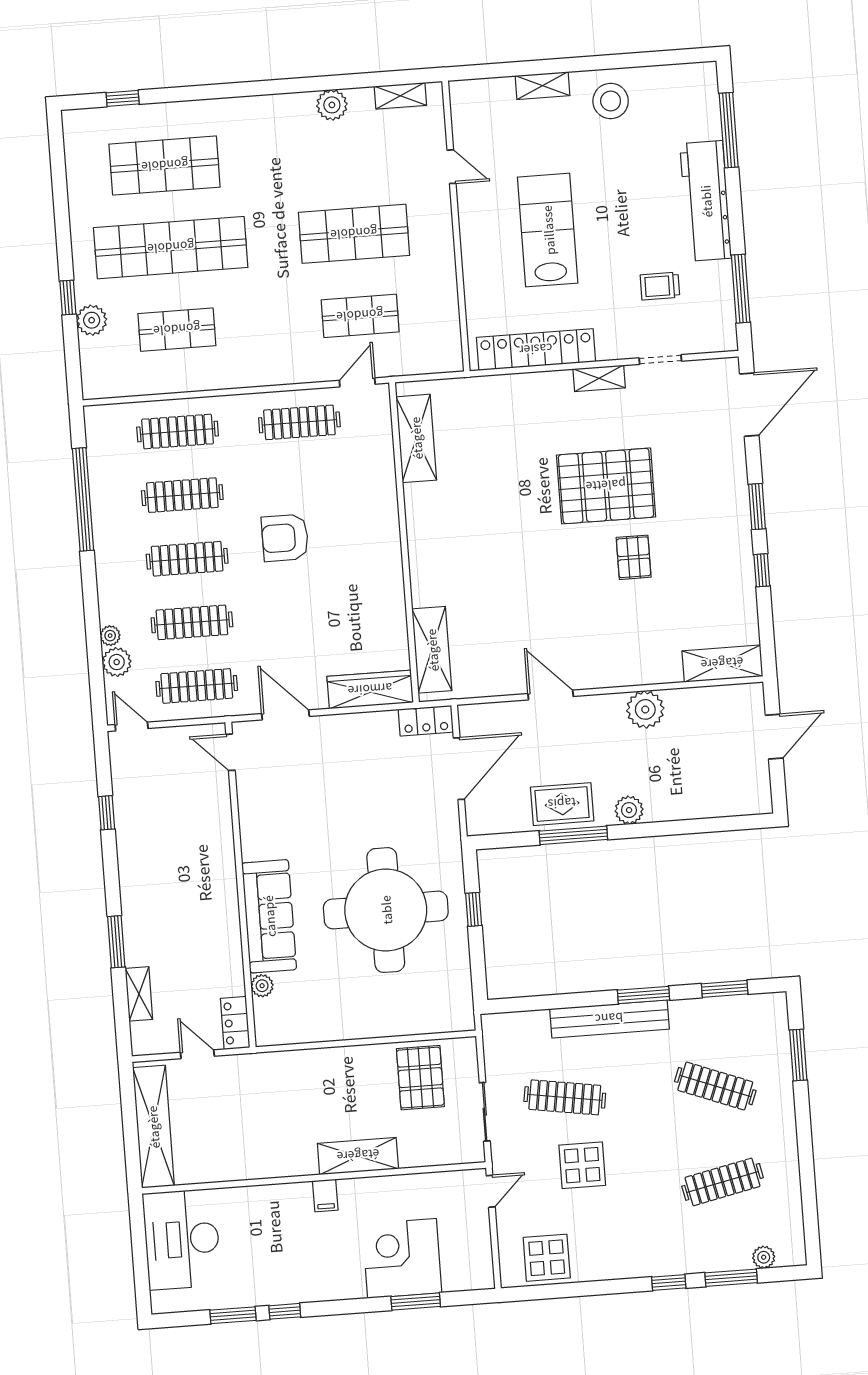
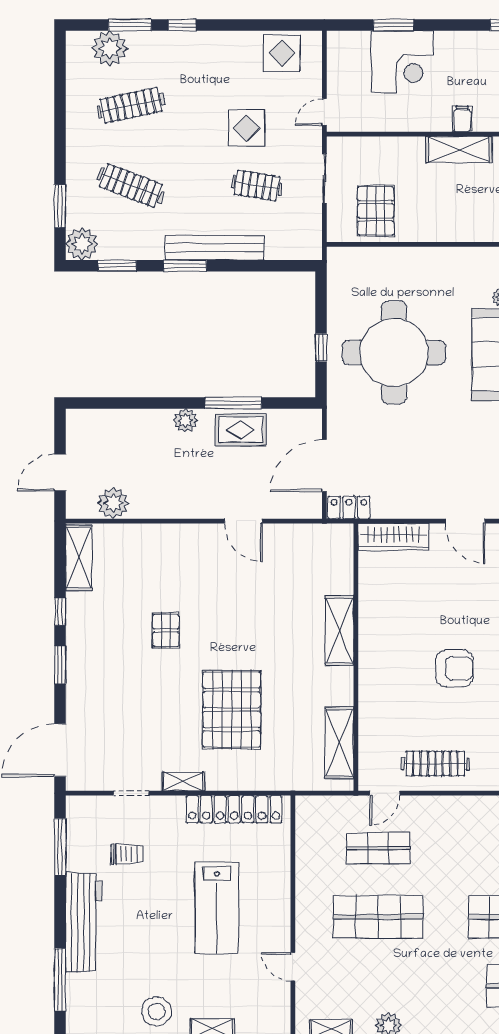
pallet: (606, 486) -> (232, 710), moved, turned 90
shelving: (432, 650) -> (340, 631), moved
shelving: (722, 664) -> (79, 558), moved, turned 90
plant: (645, 709) -> (113, 503), moved
plant: (769, 1012) -> (82, 244), added
clothes rail: (565, 1097) -> (257, 185), width x0.73
shelving: (358, 1156) -> (459, 150), moved
plant: (764, 1257) -> (110, 48), width x1.87, depth x1.87

